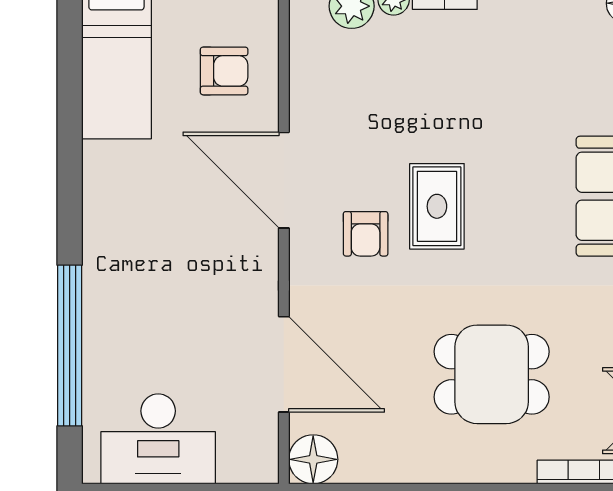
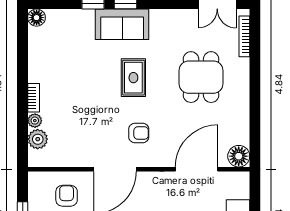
rug: (437, 206) -> (133, 78), moved, turned 90

